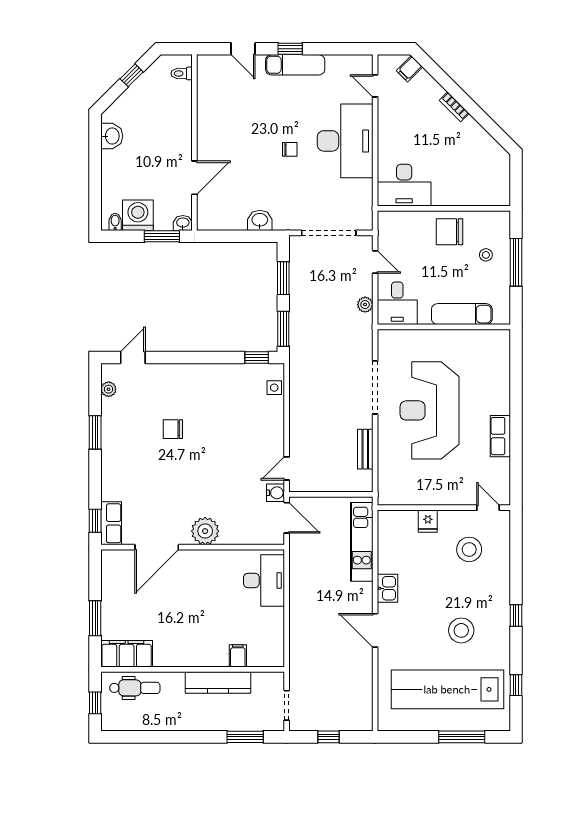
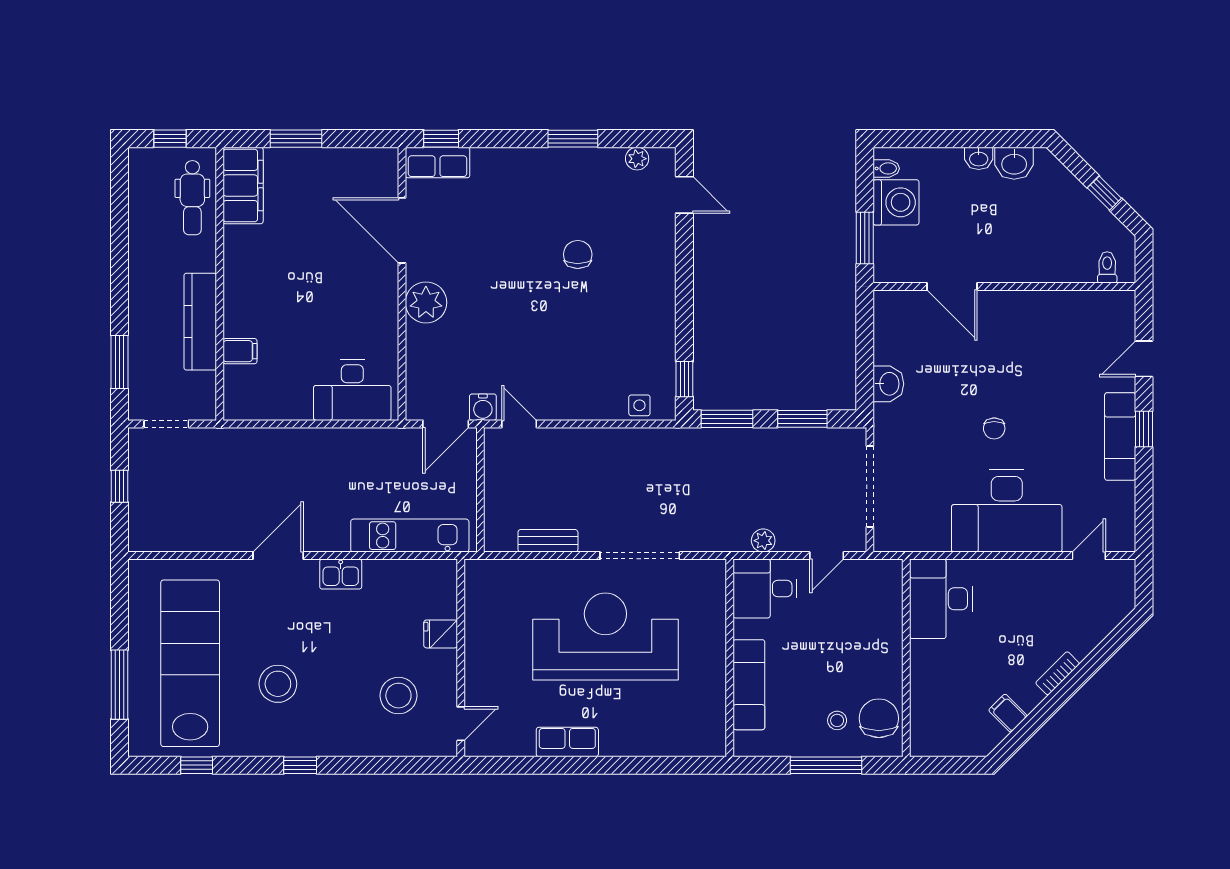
filing cabinet: (409, 69) -> (1008, 713), moved
washbasin: (183, 223) -> (979, 158), moved, turned 90
chair: (450, 232) -> (879, 718), moved

